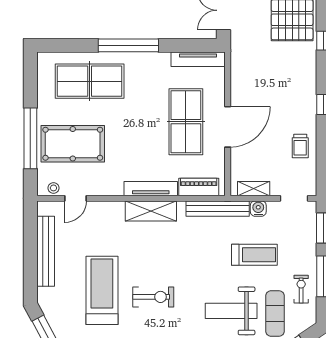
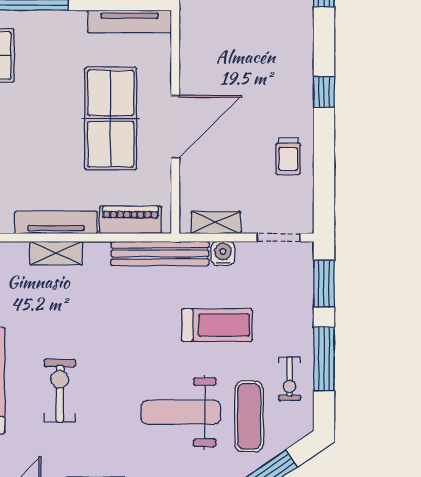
shelving: (151, 211) -> (56, 253), width x0.67, depth x0.75
exercise bike: (301, 289) -> (290, 379), turned 180
exercise bike: (153, 297) -> (60, 391), turned -90

